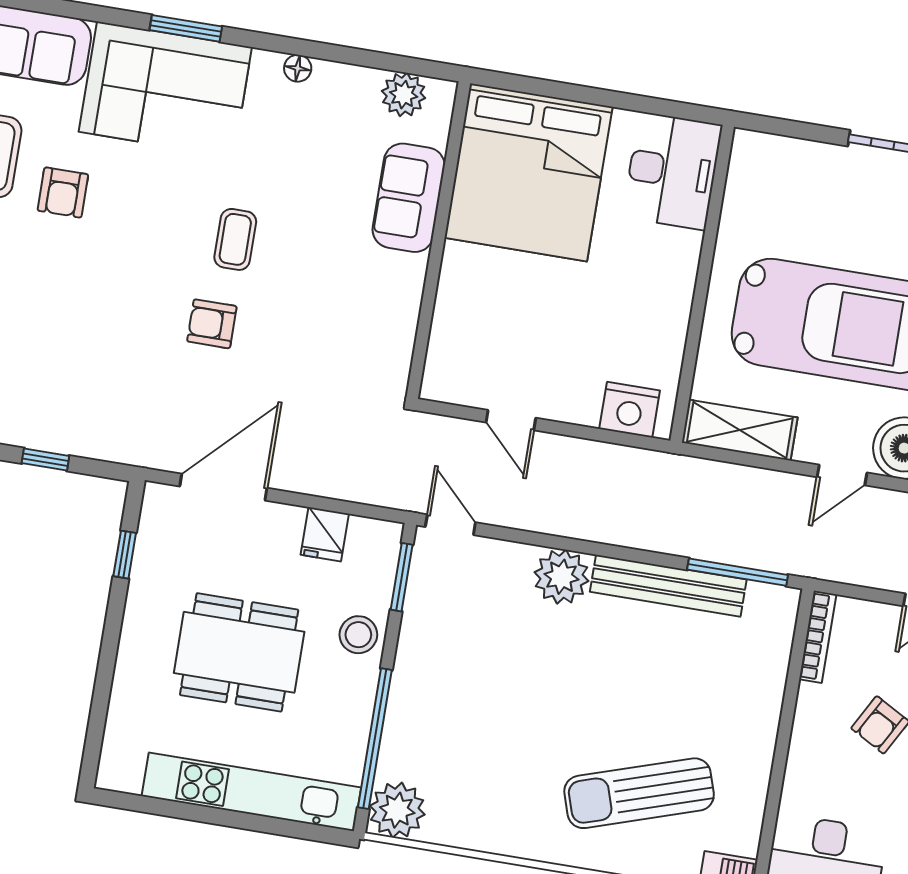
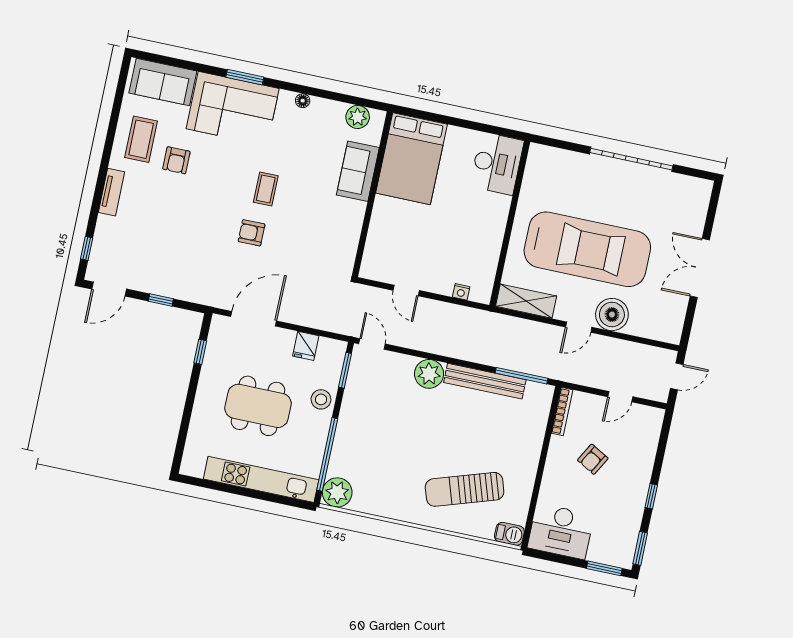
bed: (528, 172) -> (411, 159), width x0.73
nightstand: (630, 410) -> (461, 292), width x0.53, depth x0.56

